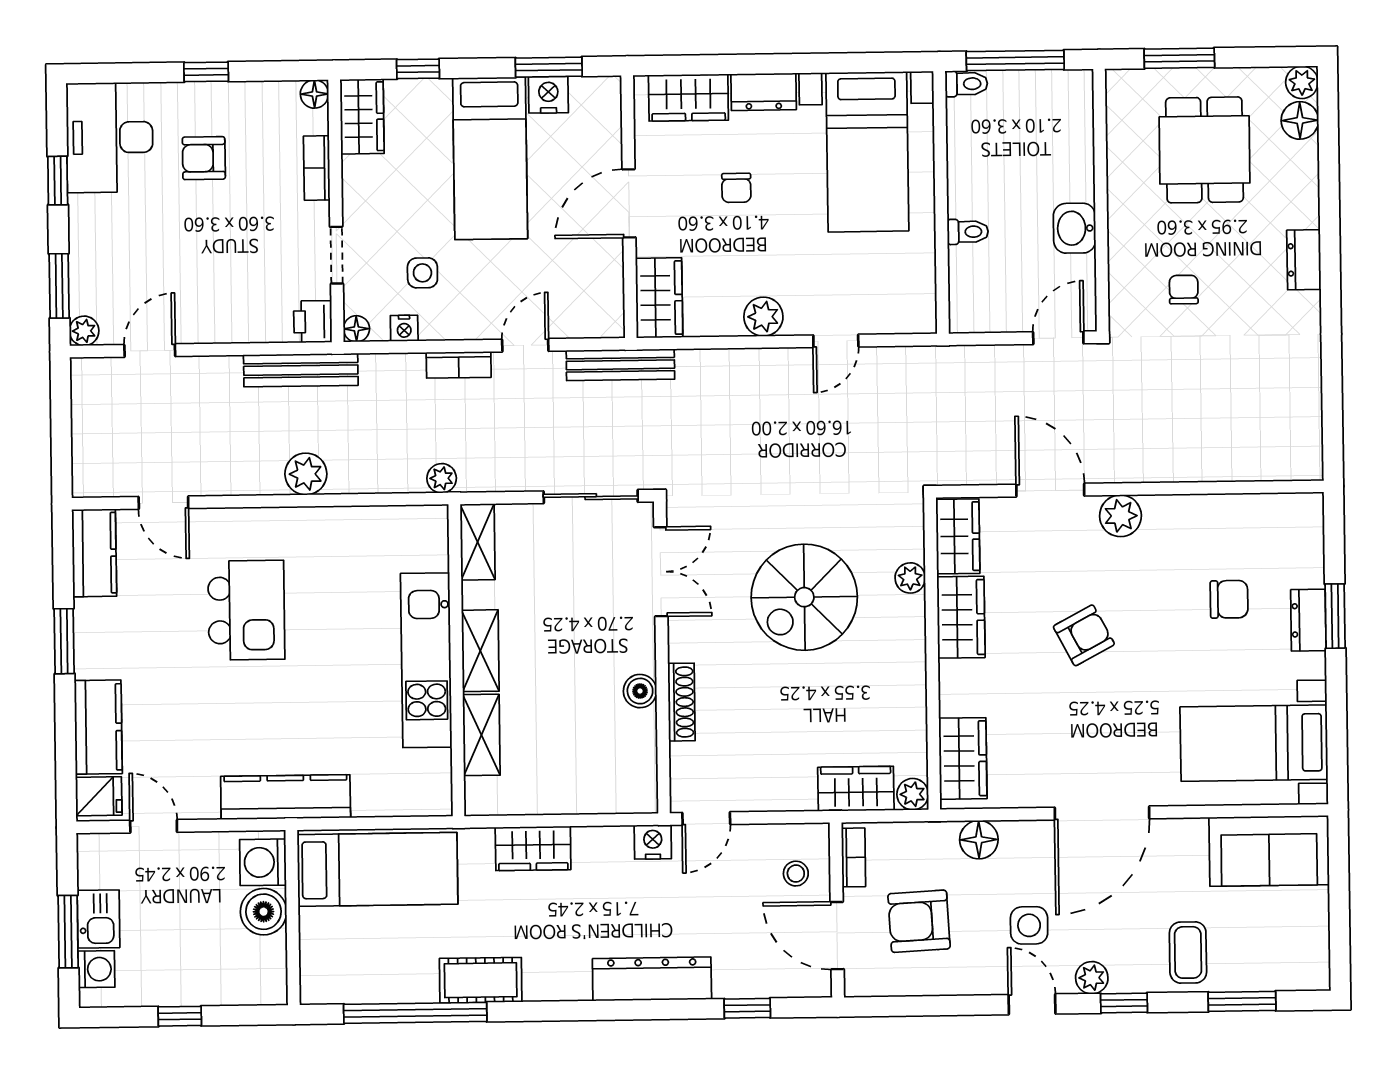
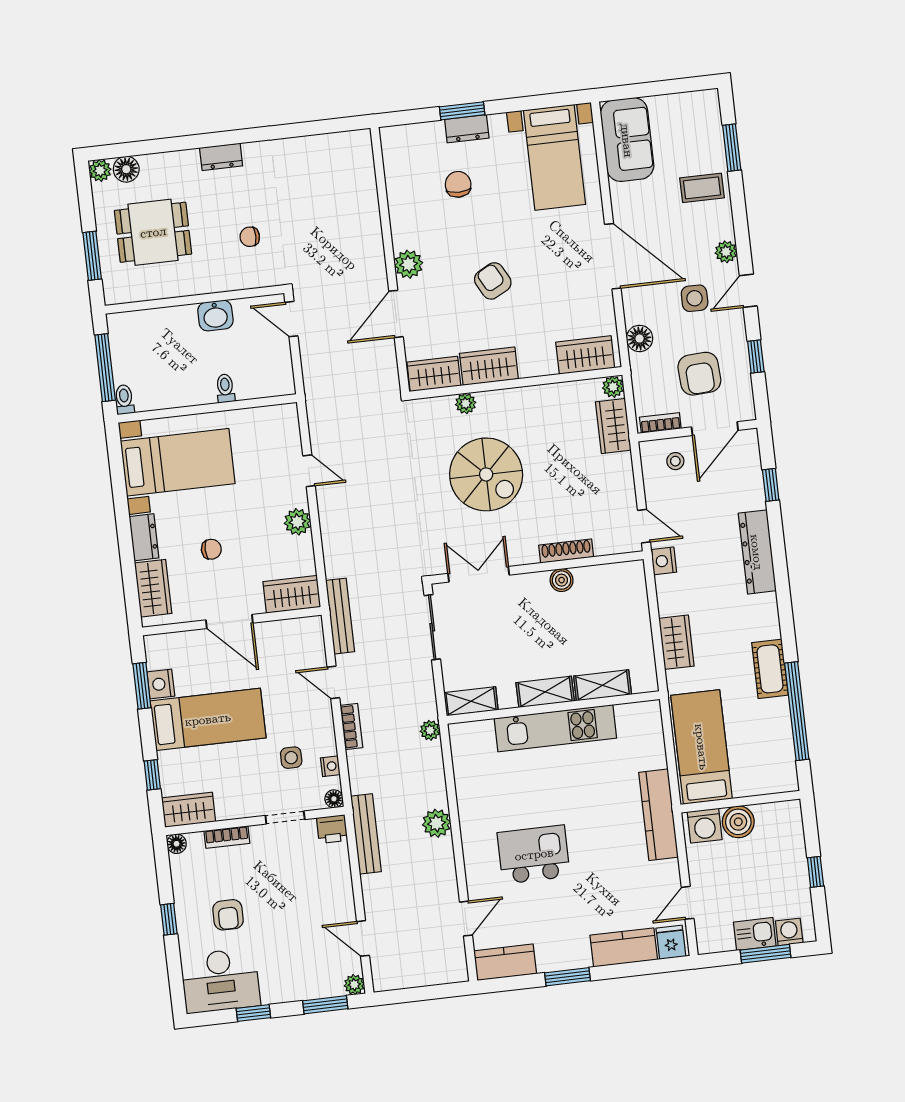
window: (1124, 1003) -> (756, 357), moved

